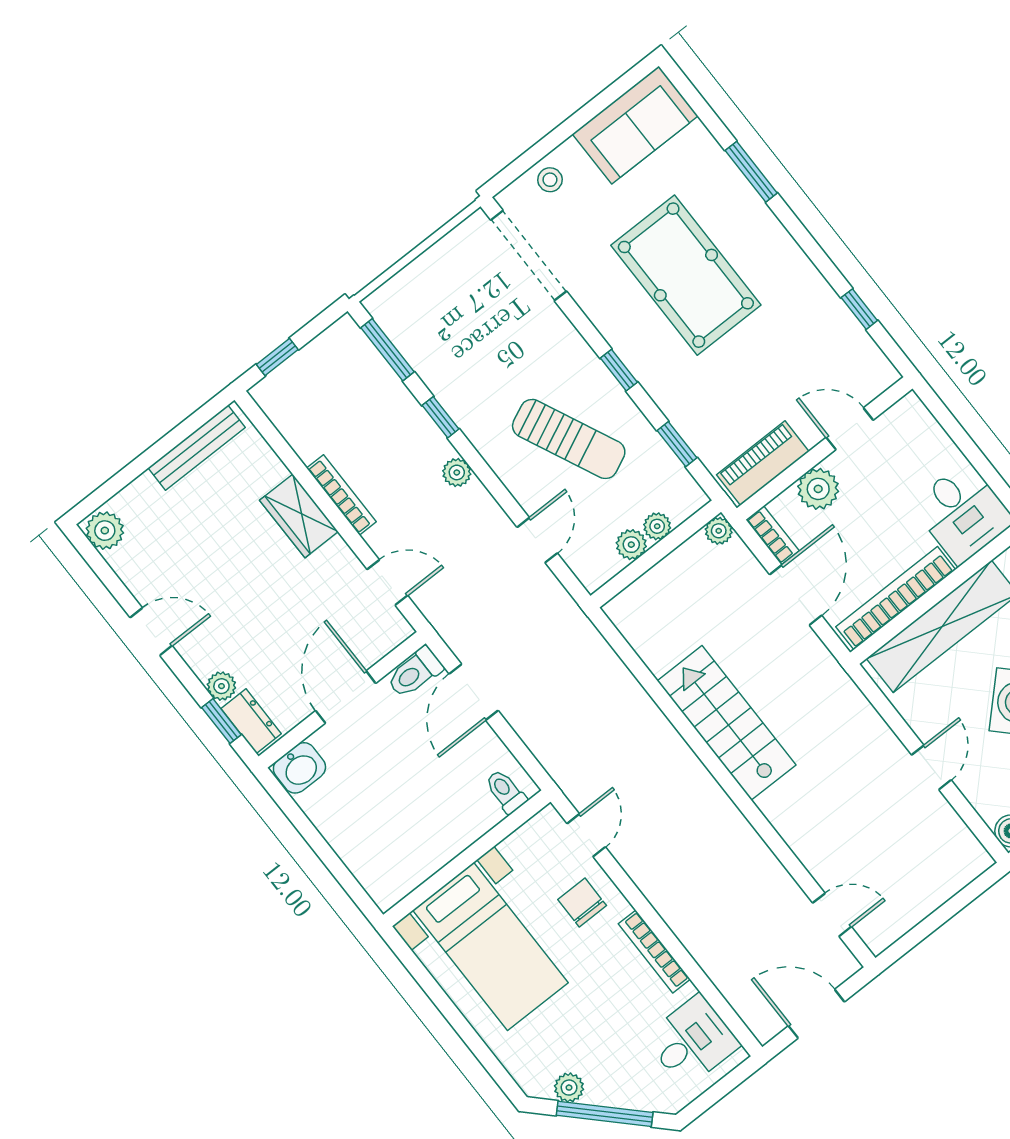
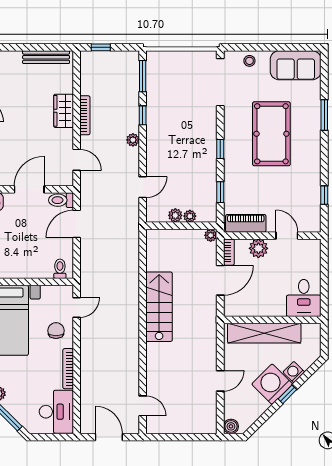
sun lounger: (569, 439) -> (183, 160), removed
bookcase: (896, 598) -> (255, 310), removed
desk: (692, 1041) -> (56, 412), width x1.37

